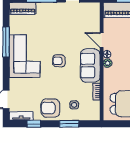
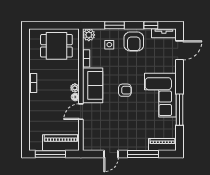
door: (102, 40) -> (81, 112), swing flipped
armchair: (50, 108) -> (134, 41), turned 90
plant: (94, 114) -> (89, 35), added

